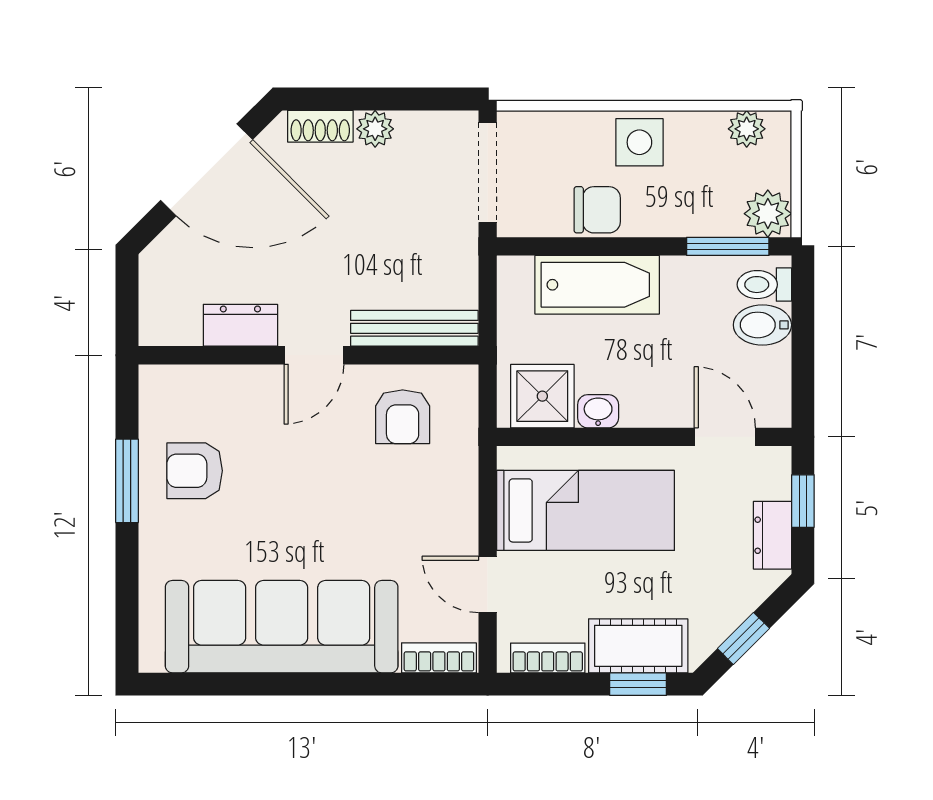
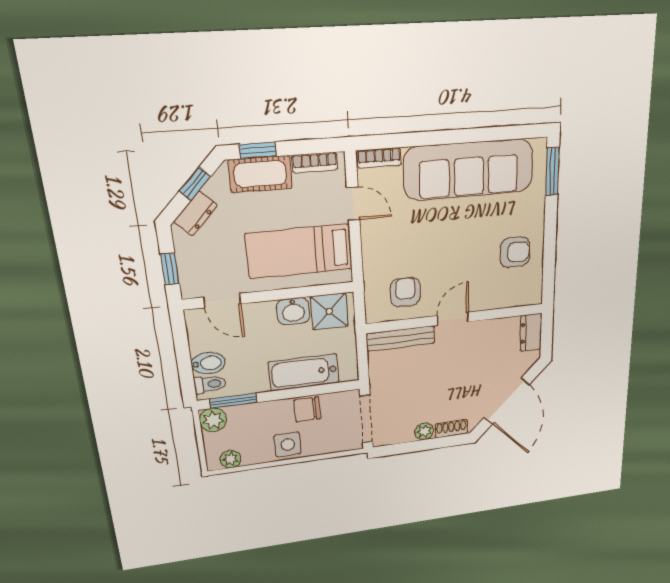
door: (207, 170) -> (507, 401), swing flipped
dresser: (240, 325) -> (531, 332), moved, turned 90
washbasin: (598, 411) -> (293, 311), width x1.38, depth x1.45
window: (127, 481) -> (552, 171), moved
dresser: (772, 535) -> (196, 214), moved, turned 45

